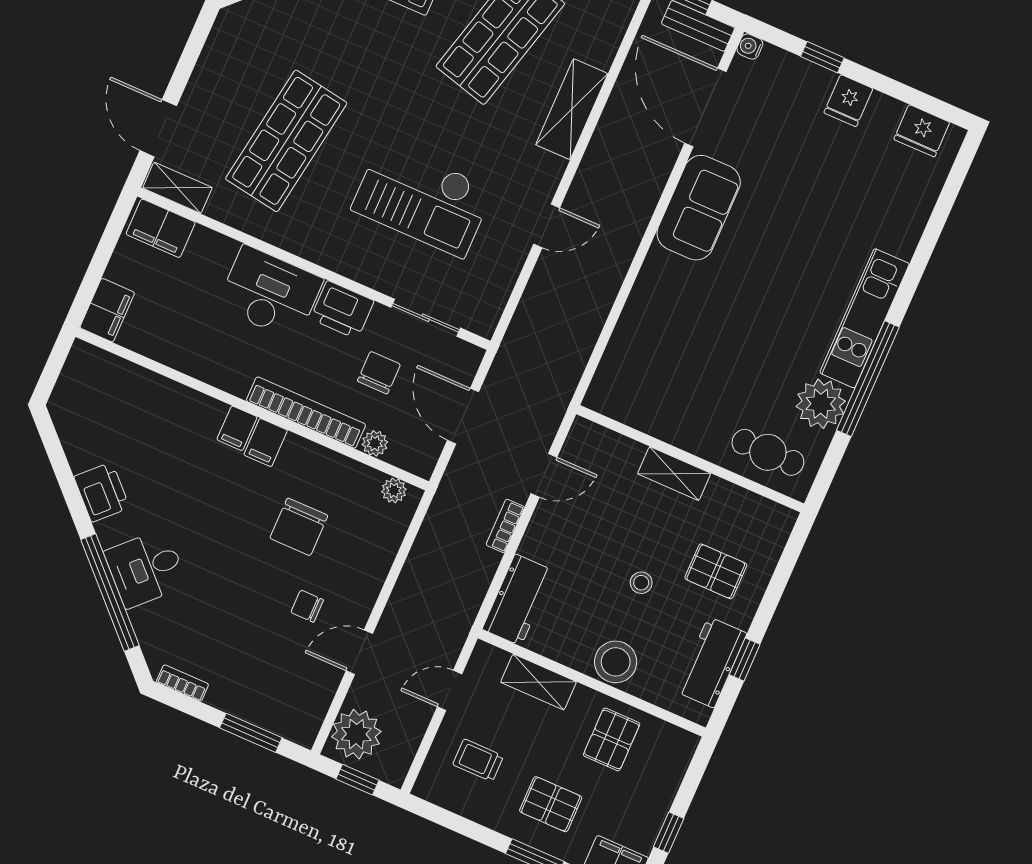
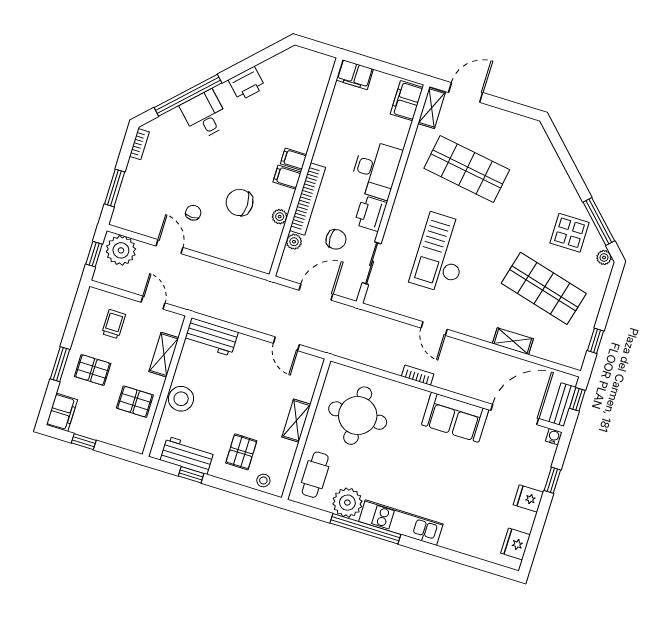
shelving: (572, 109) -> (513, 341), width x0.67, depth x0.75
round table: (677, 370) -> (358, 416), added
plant: (394, 490) -> (280, 217), moved
bookcase: (505, 526) -> (418, 375), moved
stool: (641, 583) -> (263, 480), moved
pallet: (551, 804) -> (93, 370), turned 90

